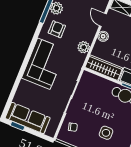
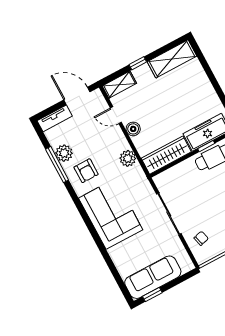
armchair: (57, 29) -> (86, 171), turned 180

